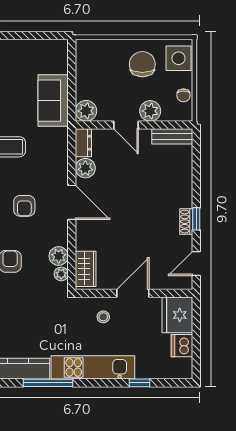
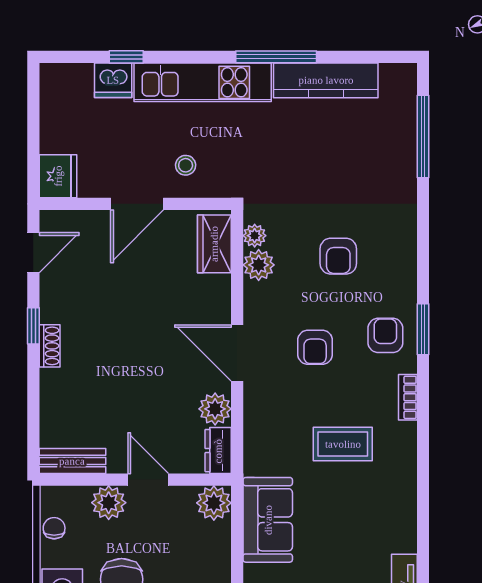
armchair: (24, 206) -> (315, 347), turned 180
shoe rack: (186, 222) -> (50, 346), moved
fridge: (177, 315) -> (58, 176), width x0.73, depth x0.75
dishwasher: (182, 346) -> (113, 80), moved, turned 90

